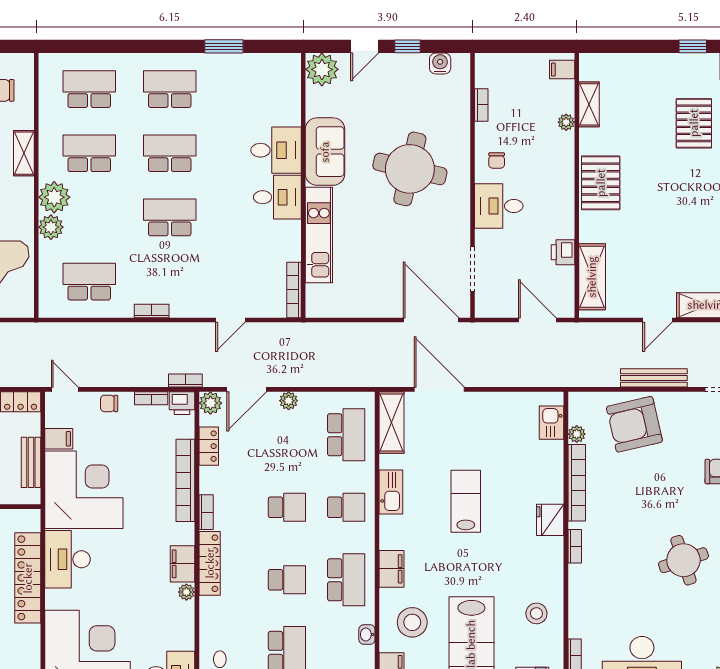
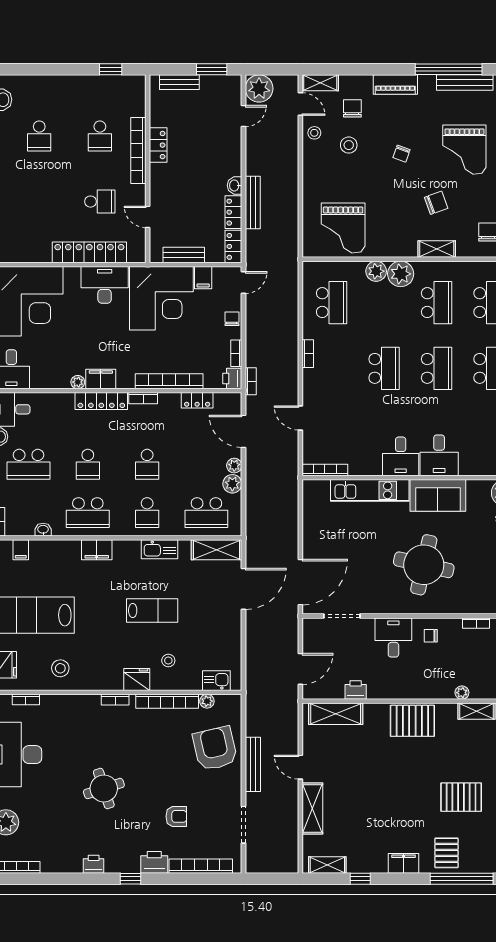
plant: (210, 403) -> (232, 484), moved
stool: (412, 622) -> (168, 660), moved, width x0.53, depth x0.53

